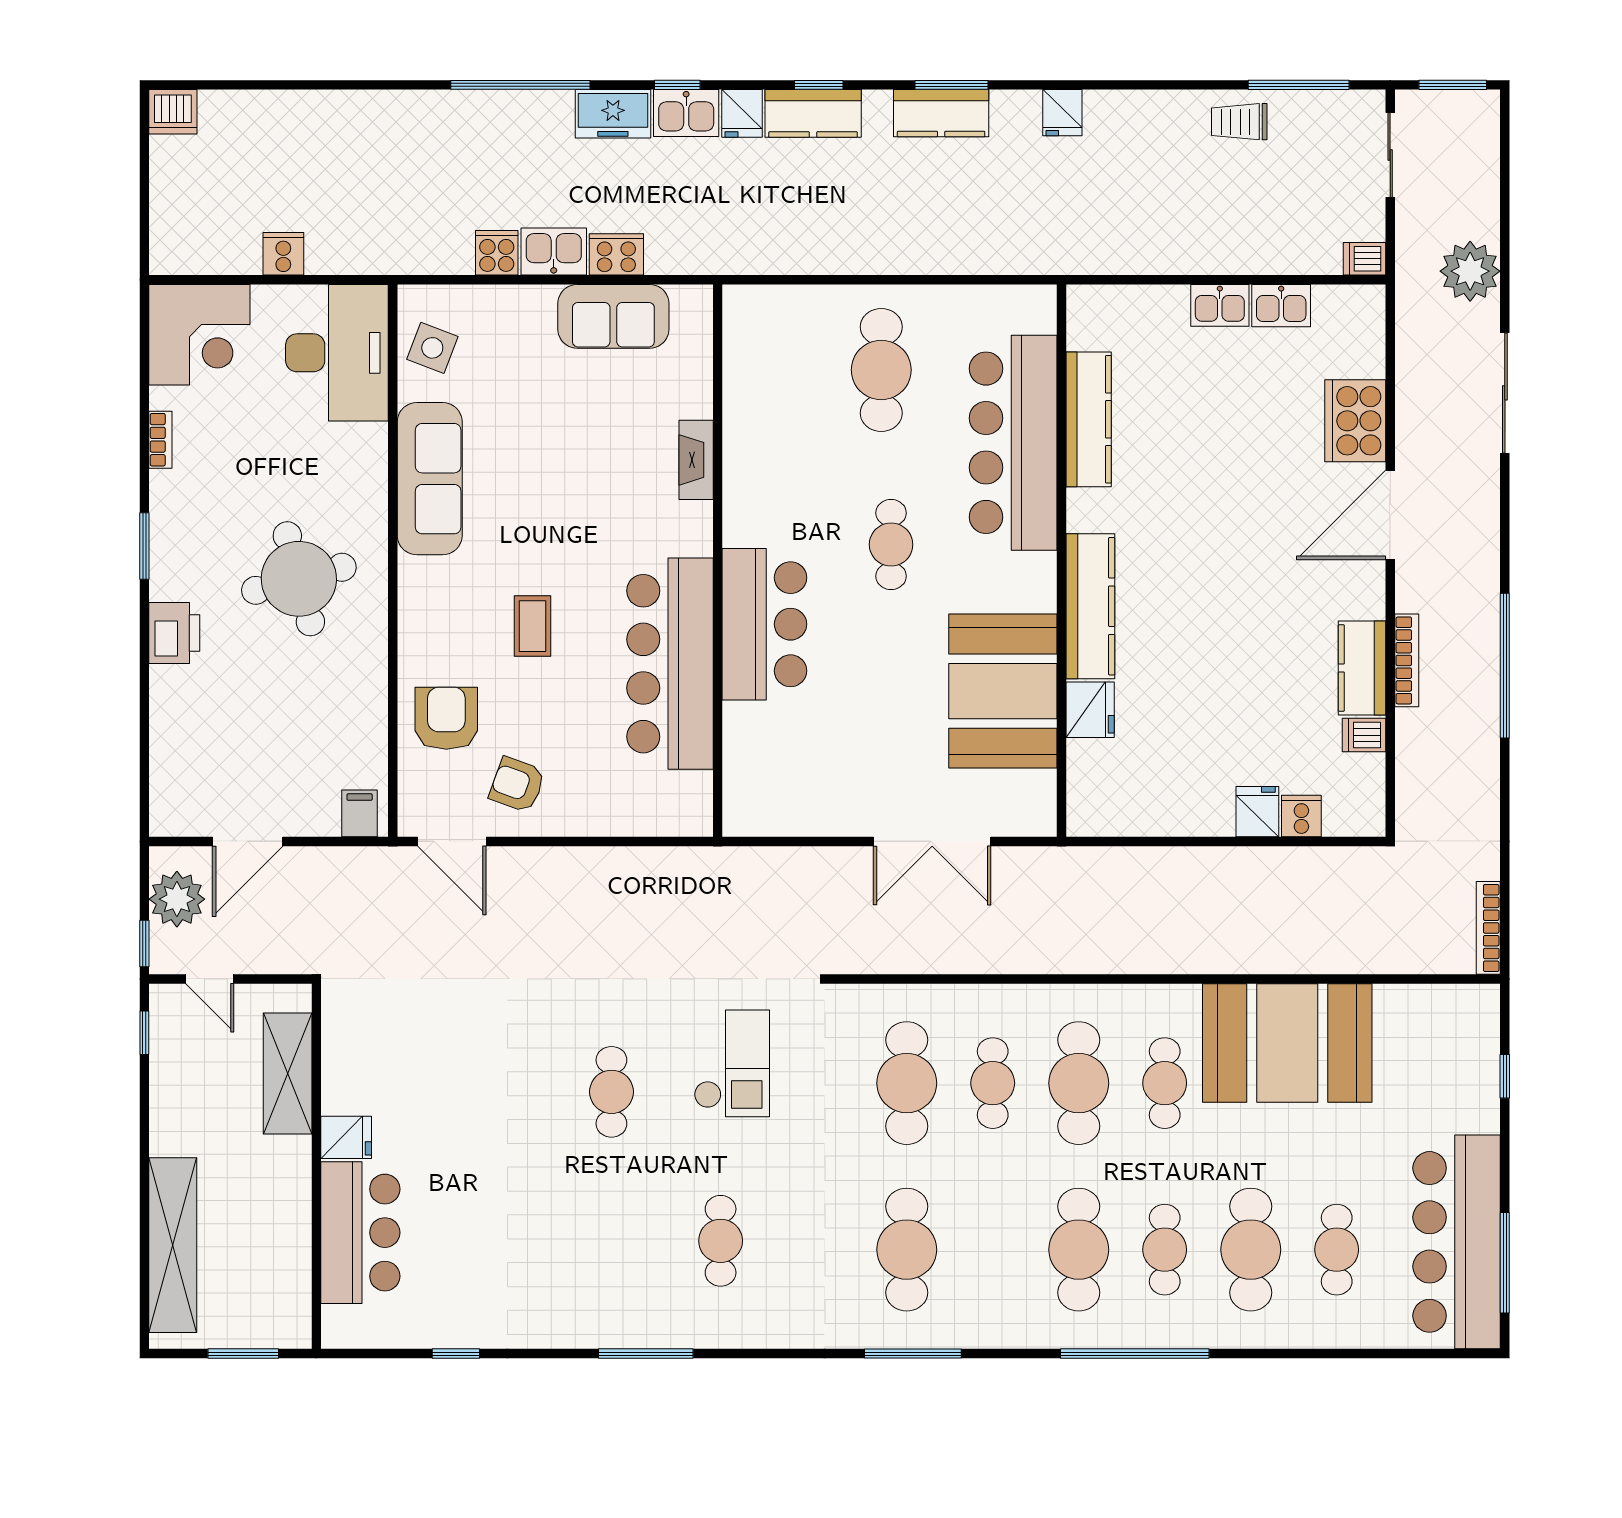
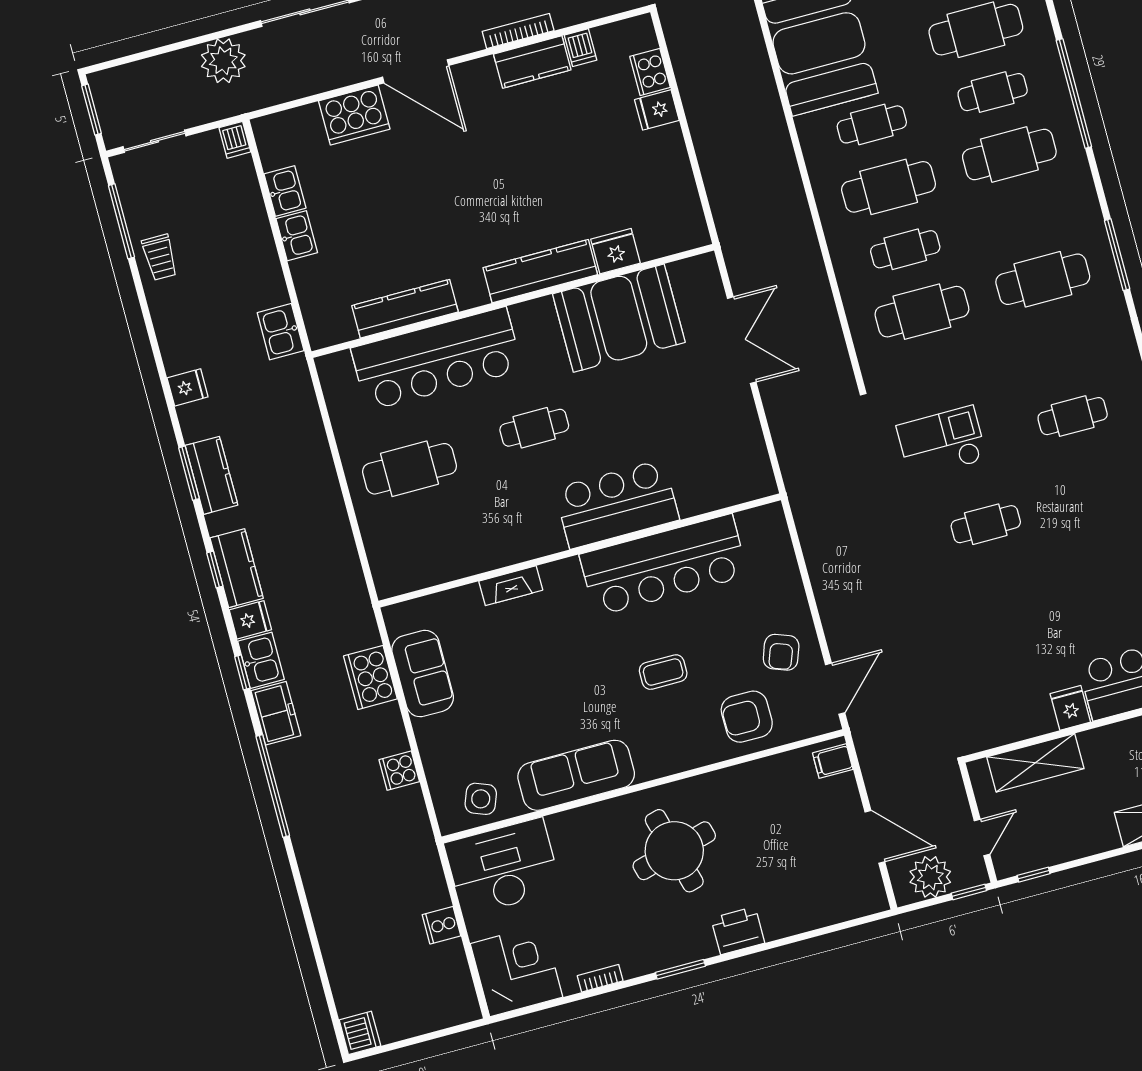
kitchen sink: (554, 251) -> (281, 332), moved
cooker: (616, 254) -> (370, 677), width x1.37, depth x1.31
cooker: (1301, 816) -> (650, 72), width x1.36

